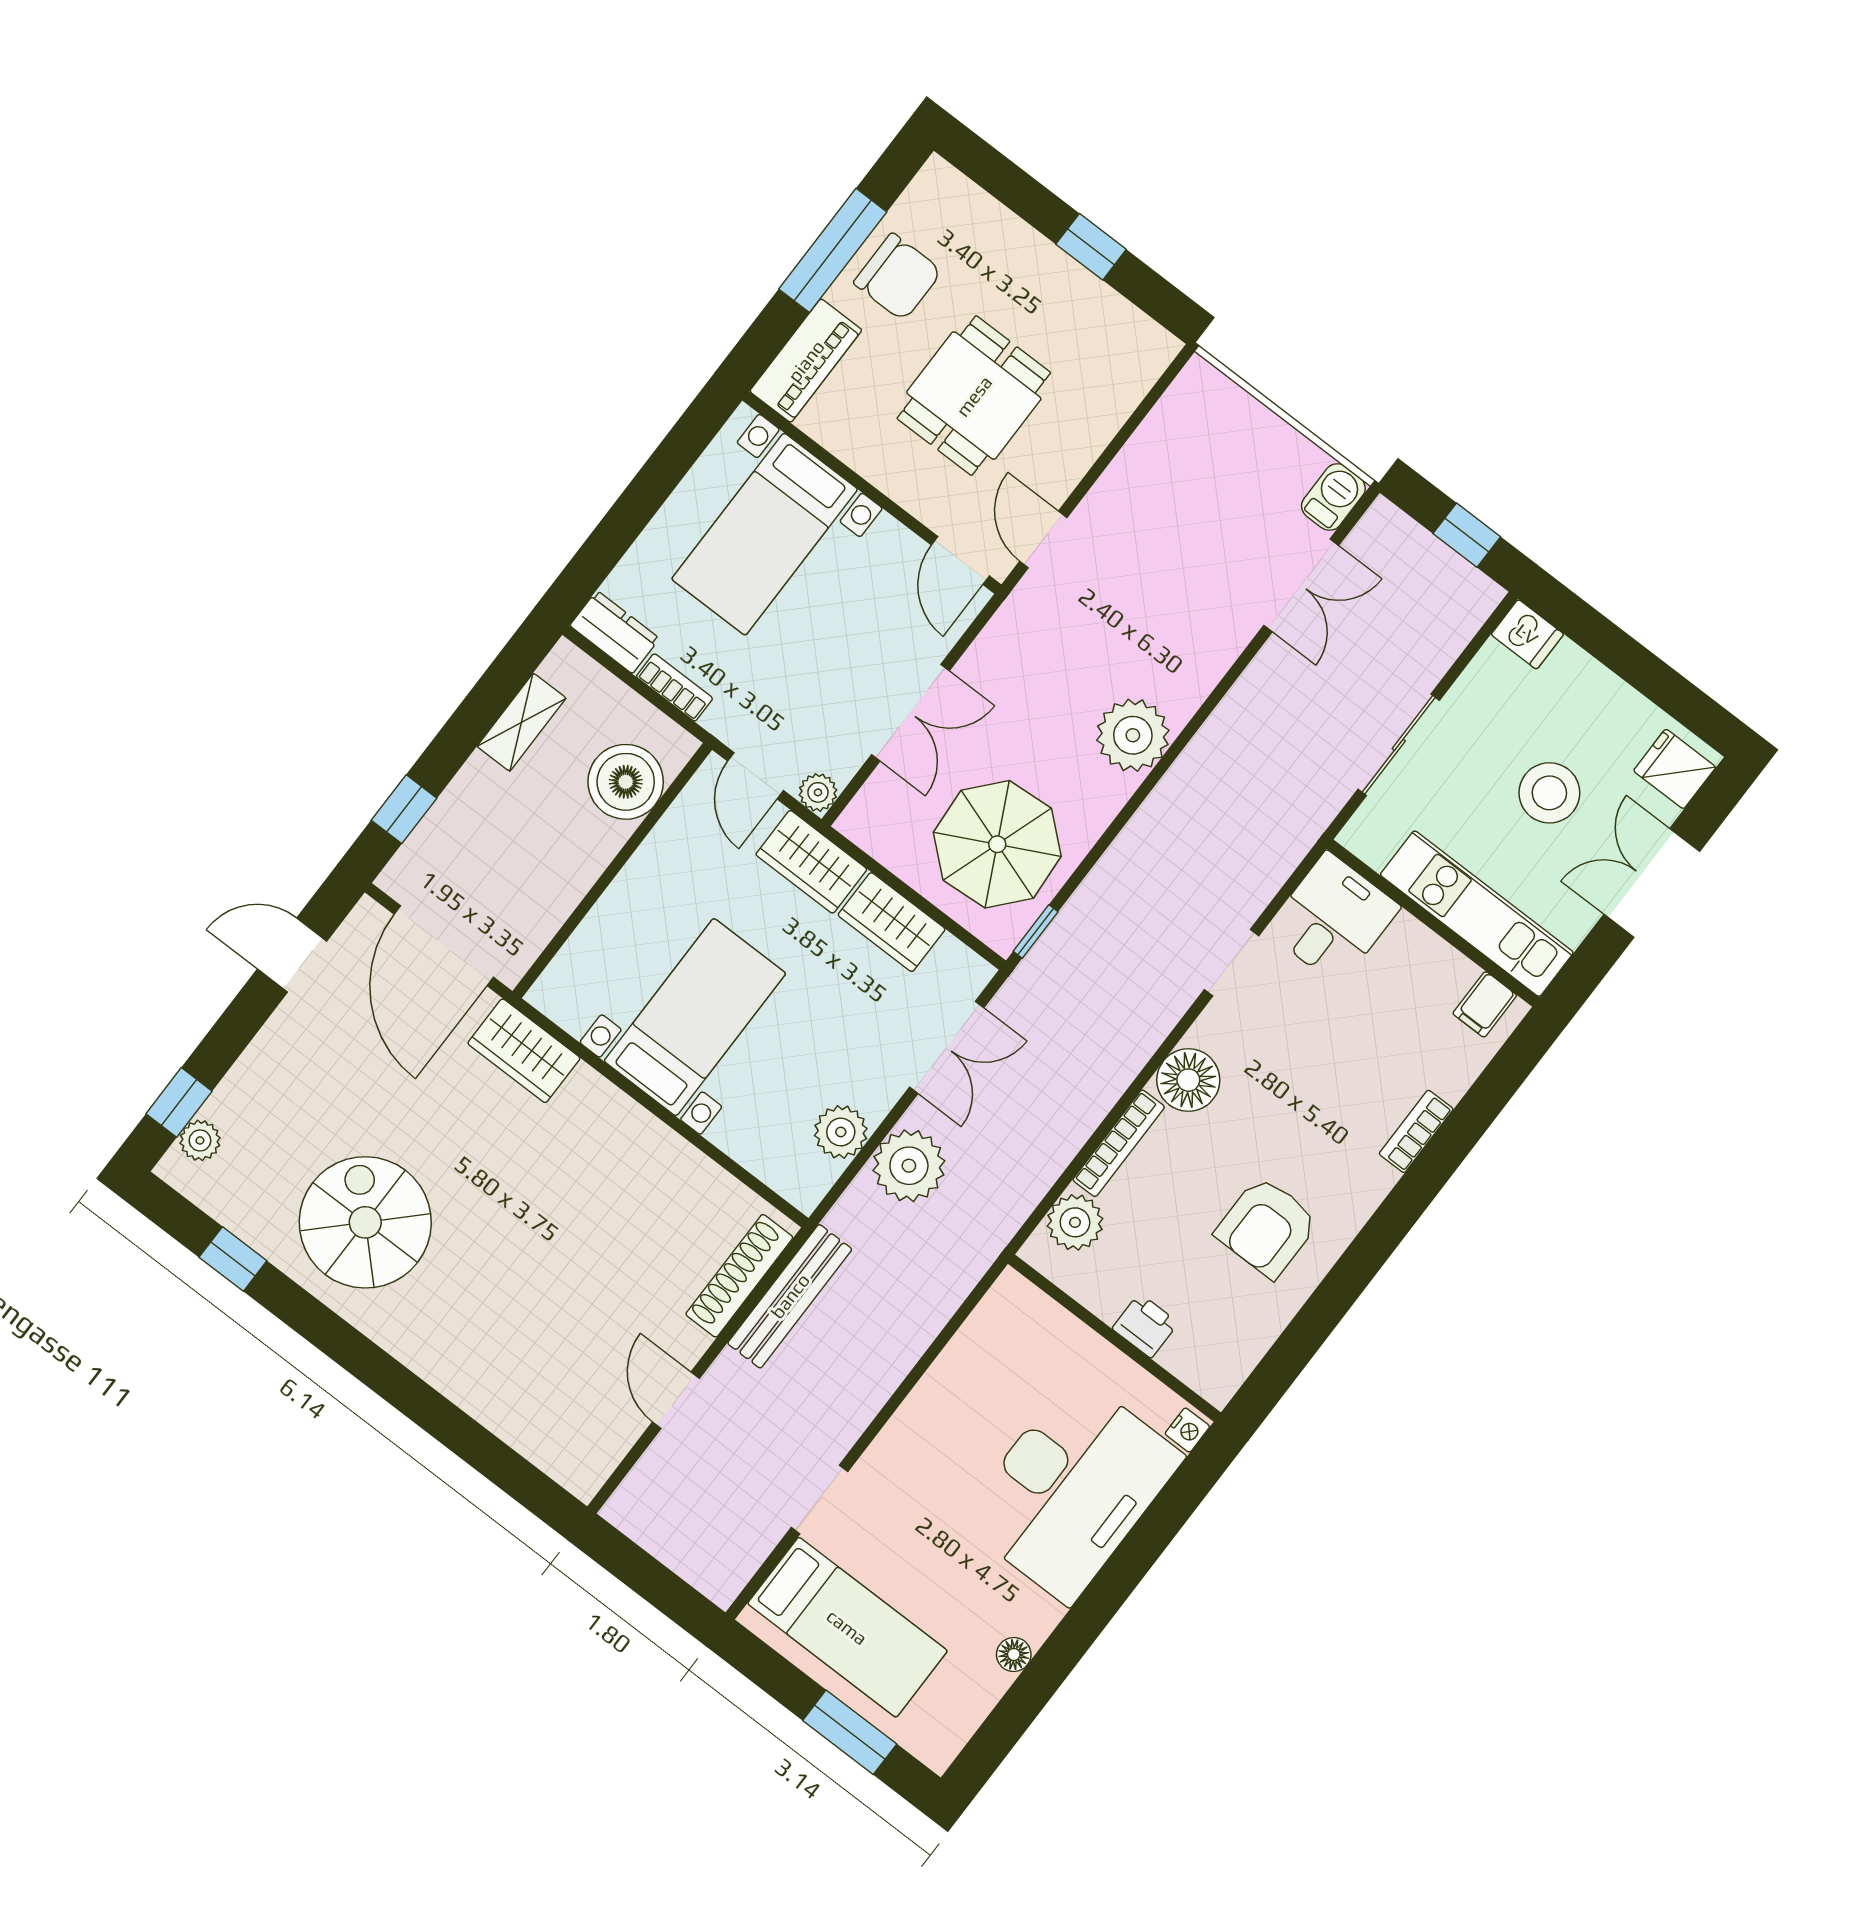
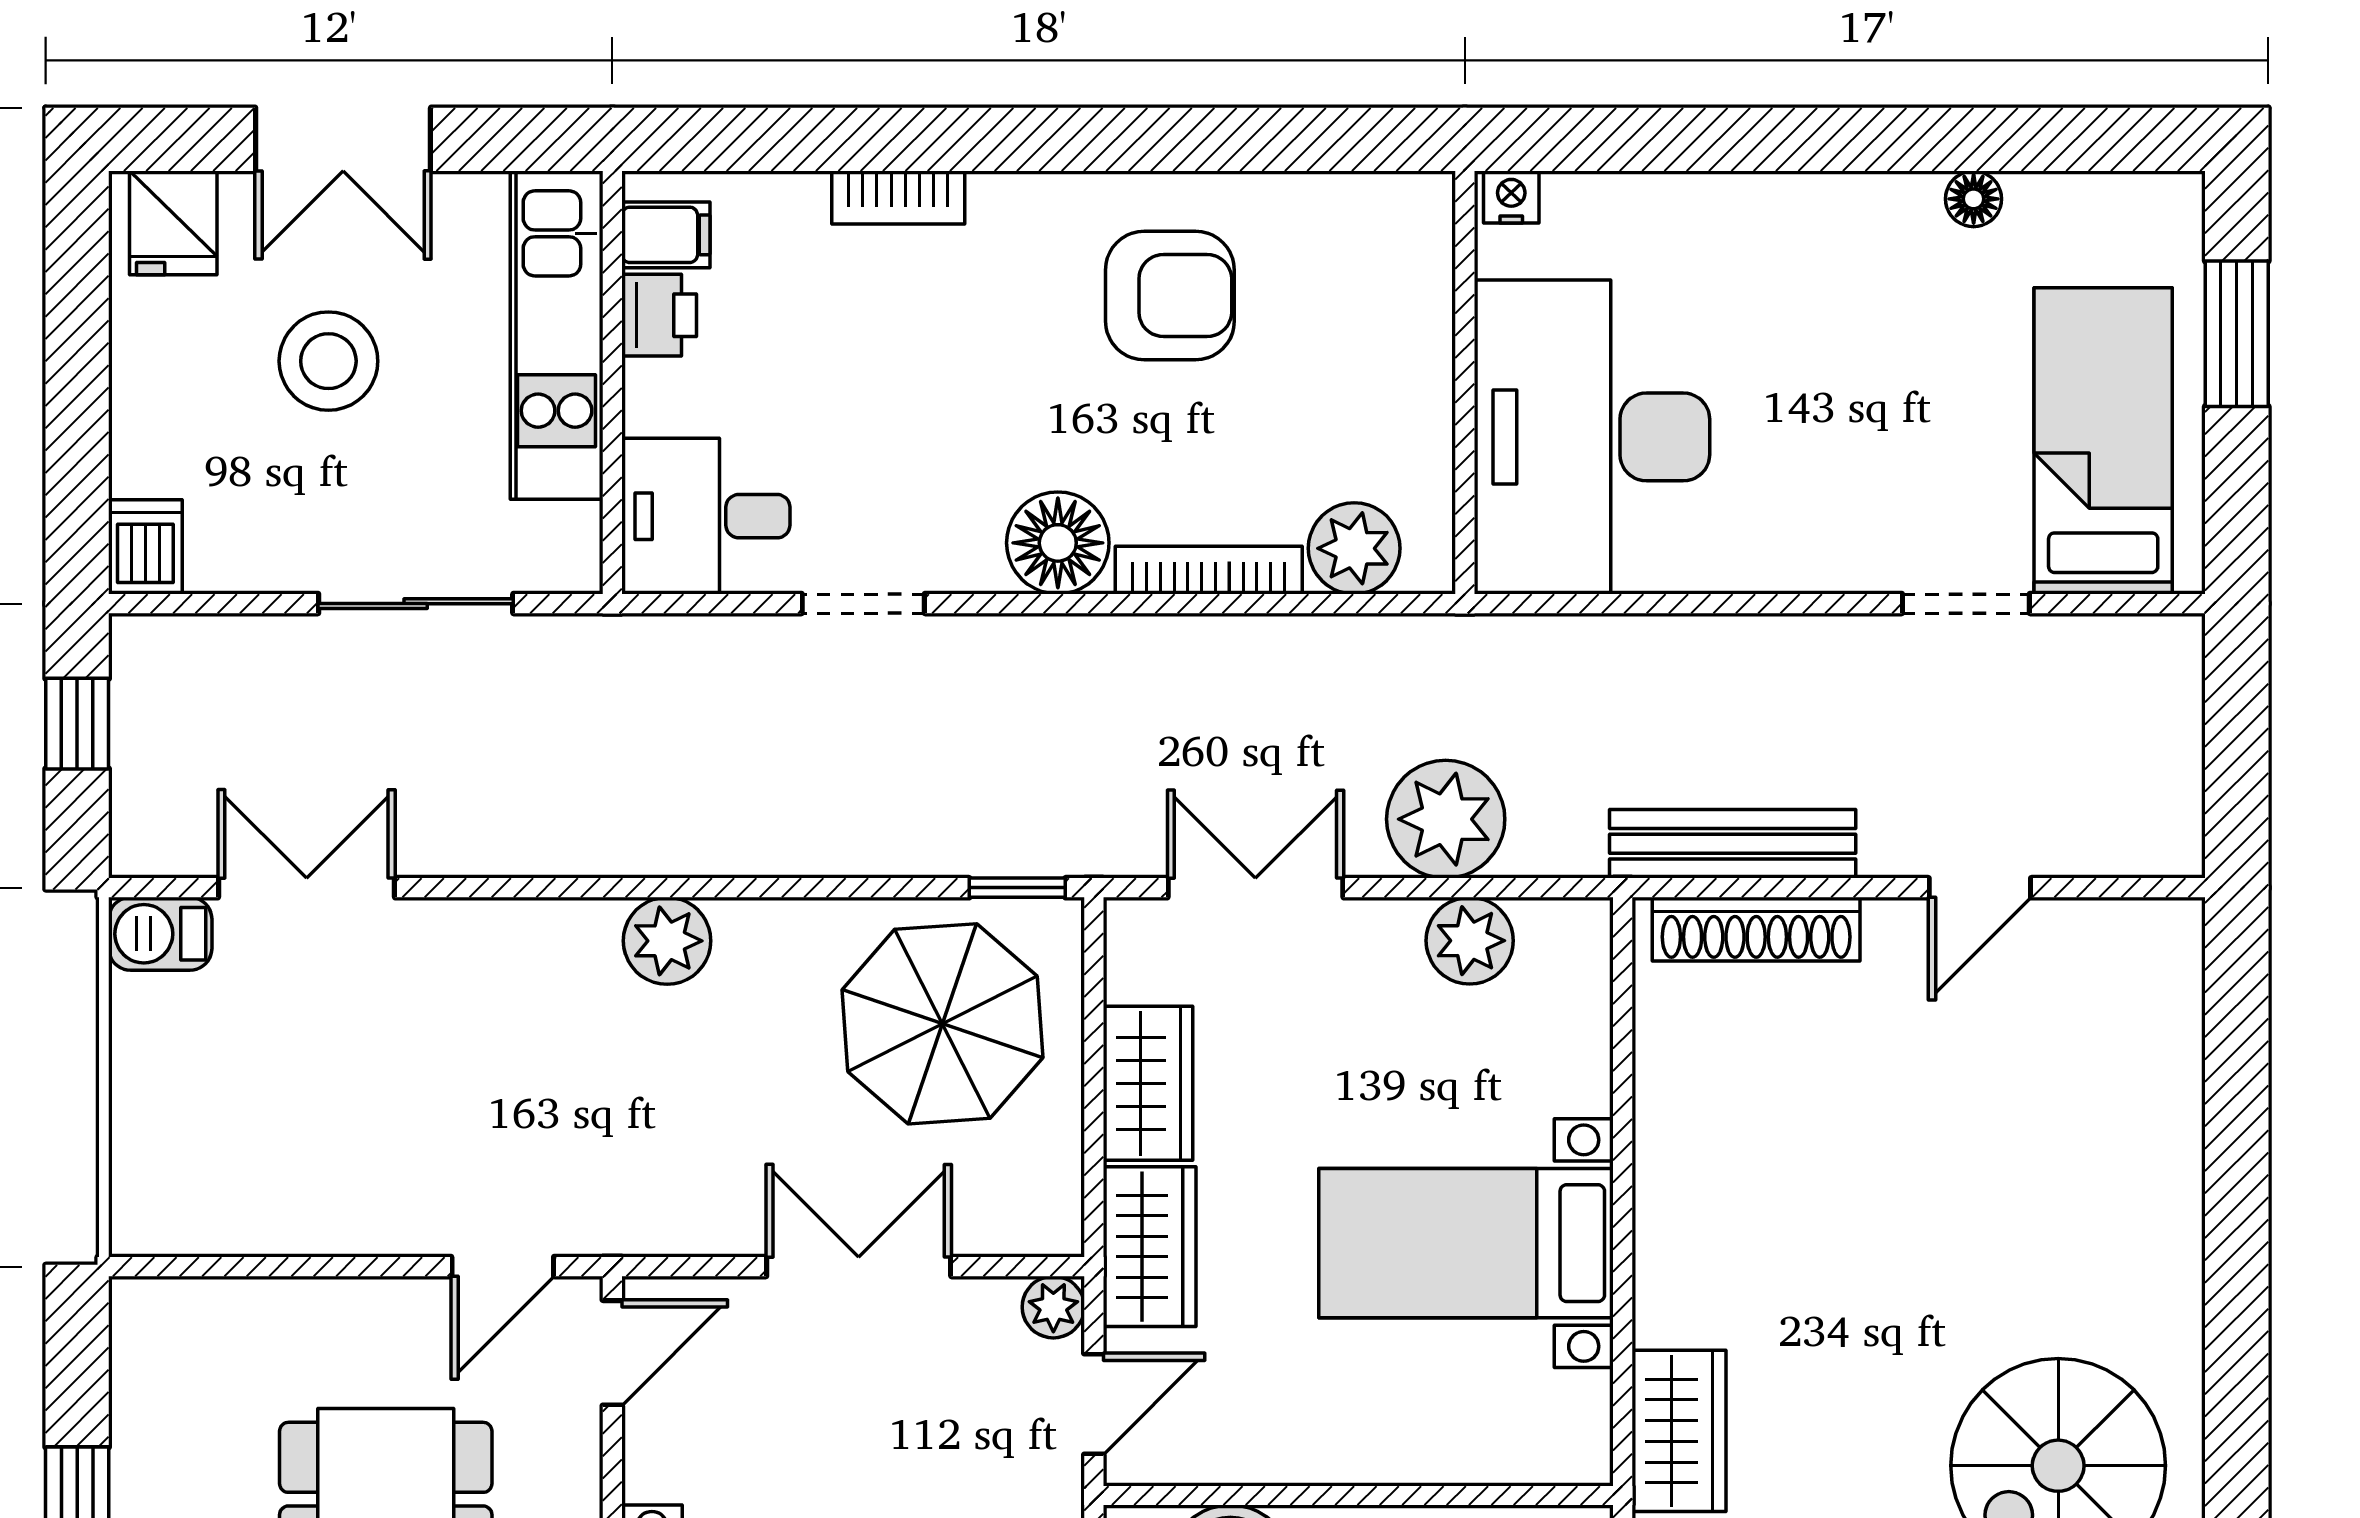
plant: (1133, 735) -> (667, 941), width x0.73, depth x0.73
printer: (1145, 1326) -> (659, 315), moved, turned 180
desk: (1071, 1489) -> (1592, 437), moved, turned -90

